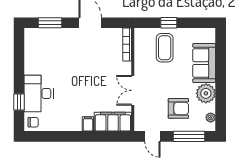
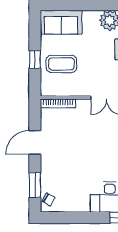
chair: (36, 36) -> (49, 199), added
sofa: (204, 63) -> (61, 22), moved

